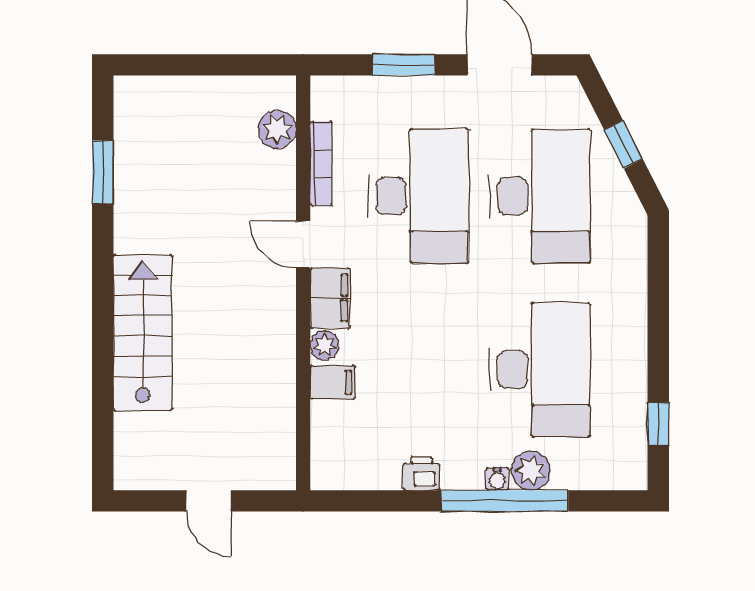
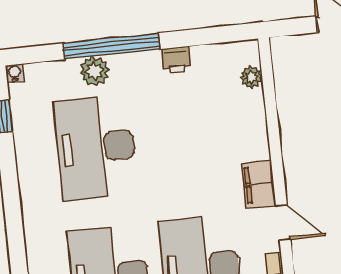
plant: (325, 345) -> (251, 77), moved
filing cabinet: (333, 382) -> (250, 121), removed
water cooler: (497, 479) -> (14, 73), moved

